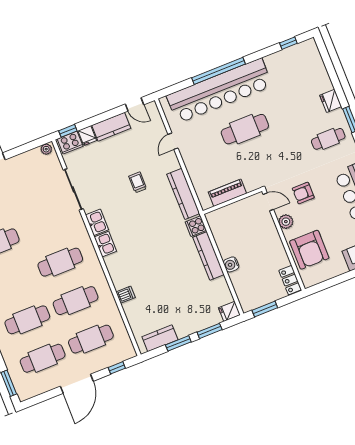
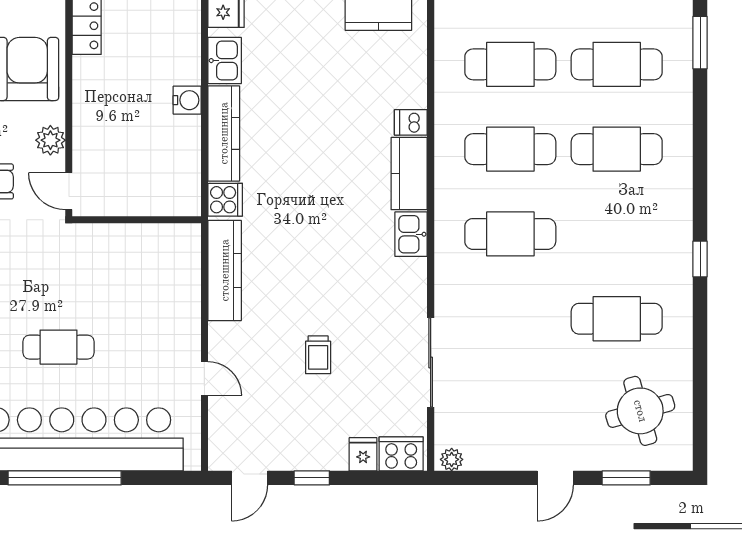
door: (135, 104) -> (250, 478), swing flipped
kitchen counter: (111, 127) -> (409, 174), moved, turned -90
cafe table: (245, 129) -> (59, 347), width x0.73, depth x0.74
window: (68, 131) -> (312, 478), moved
door: (173, 141) -> (204, 379), hinge flipped
trolley: (138, 182) -> (318, 355), moved
piano: (227, 193) -> (140, 239), removed
kitchen sink: (97, 222) -> (225, 61), moved, turned 180

